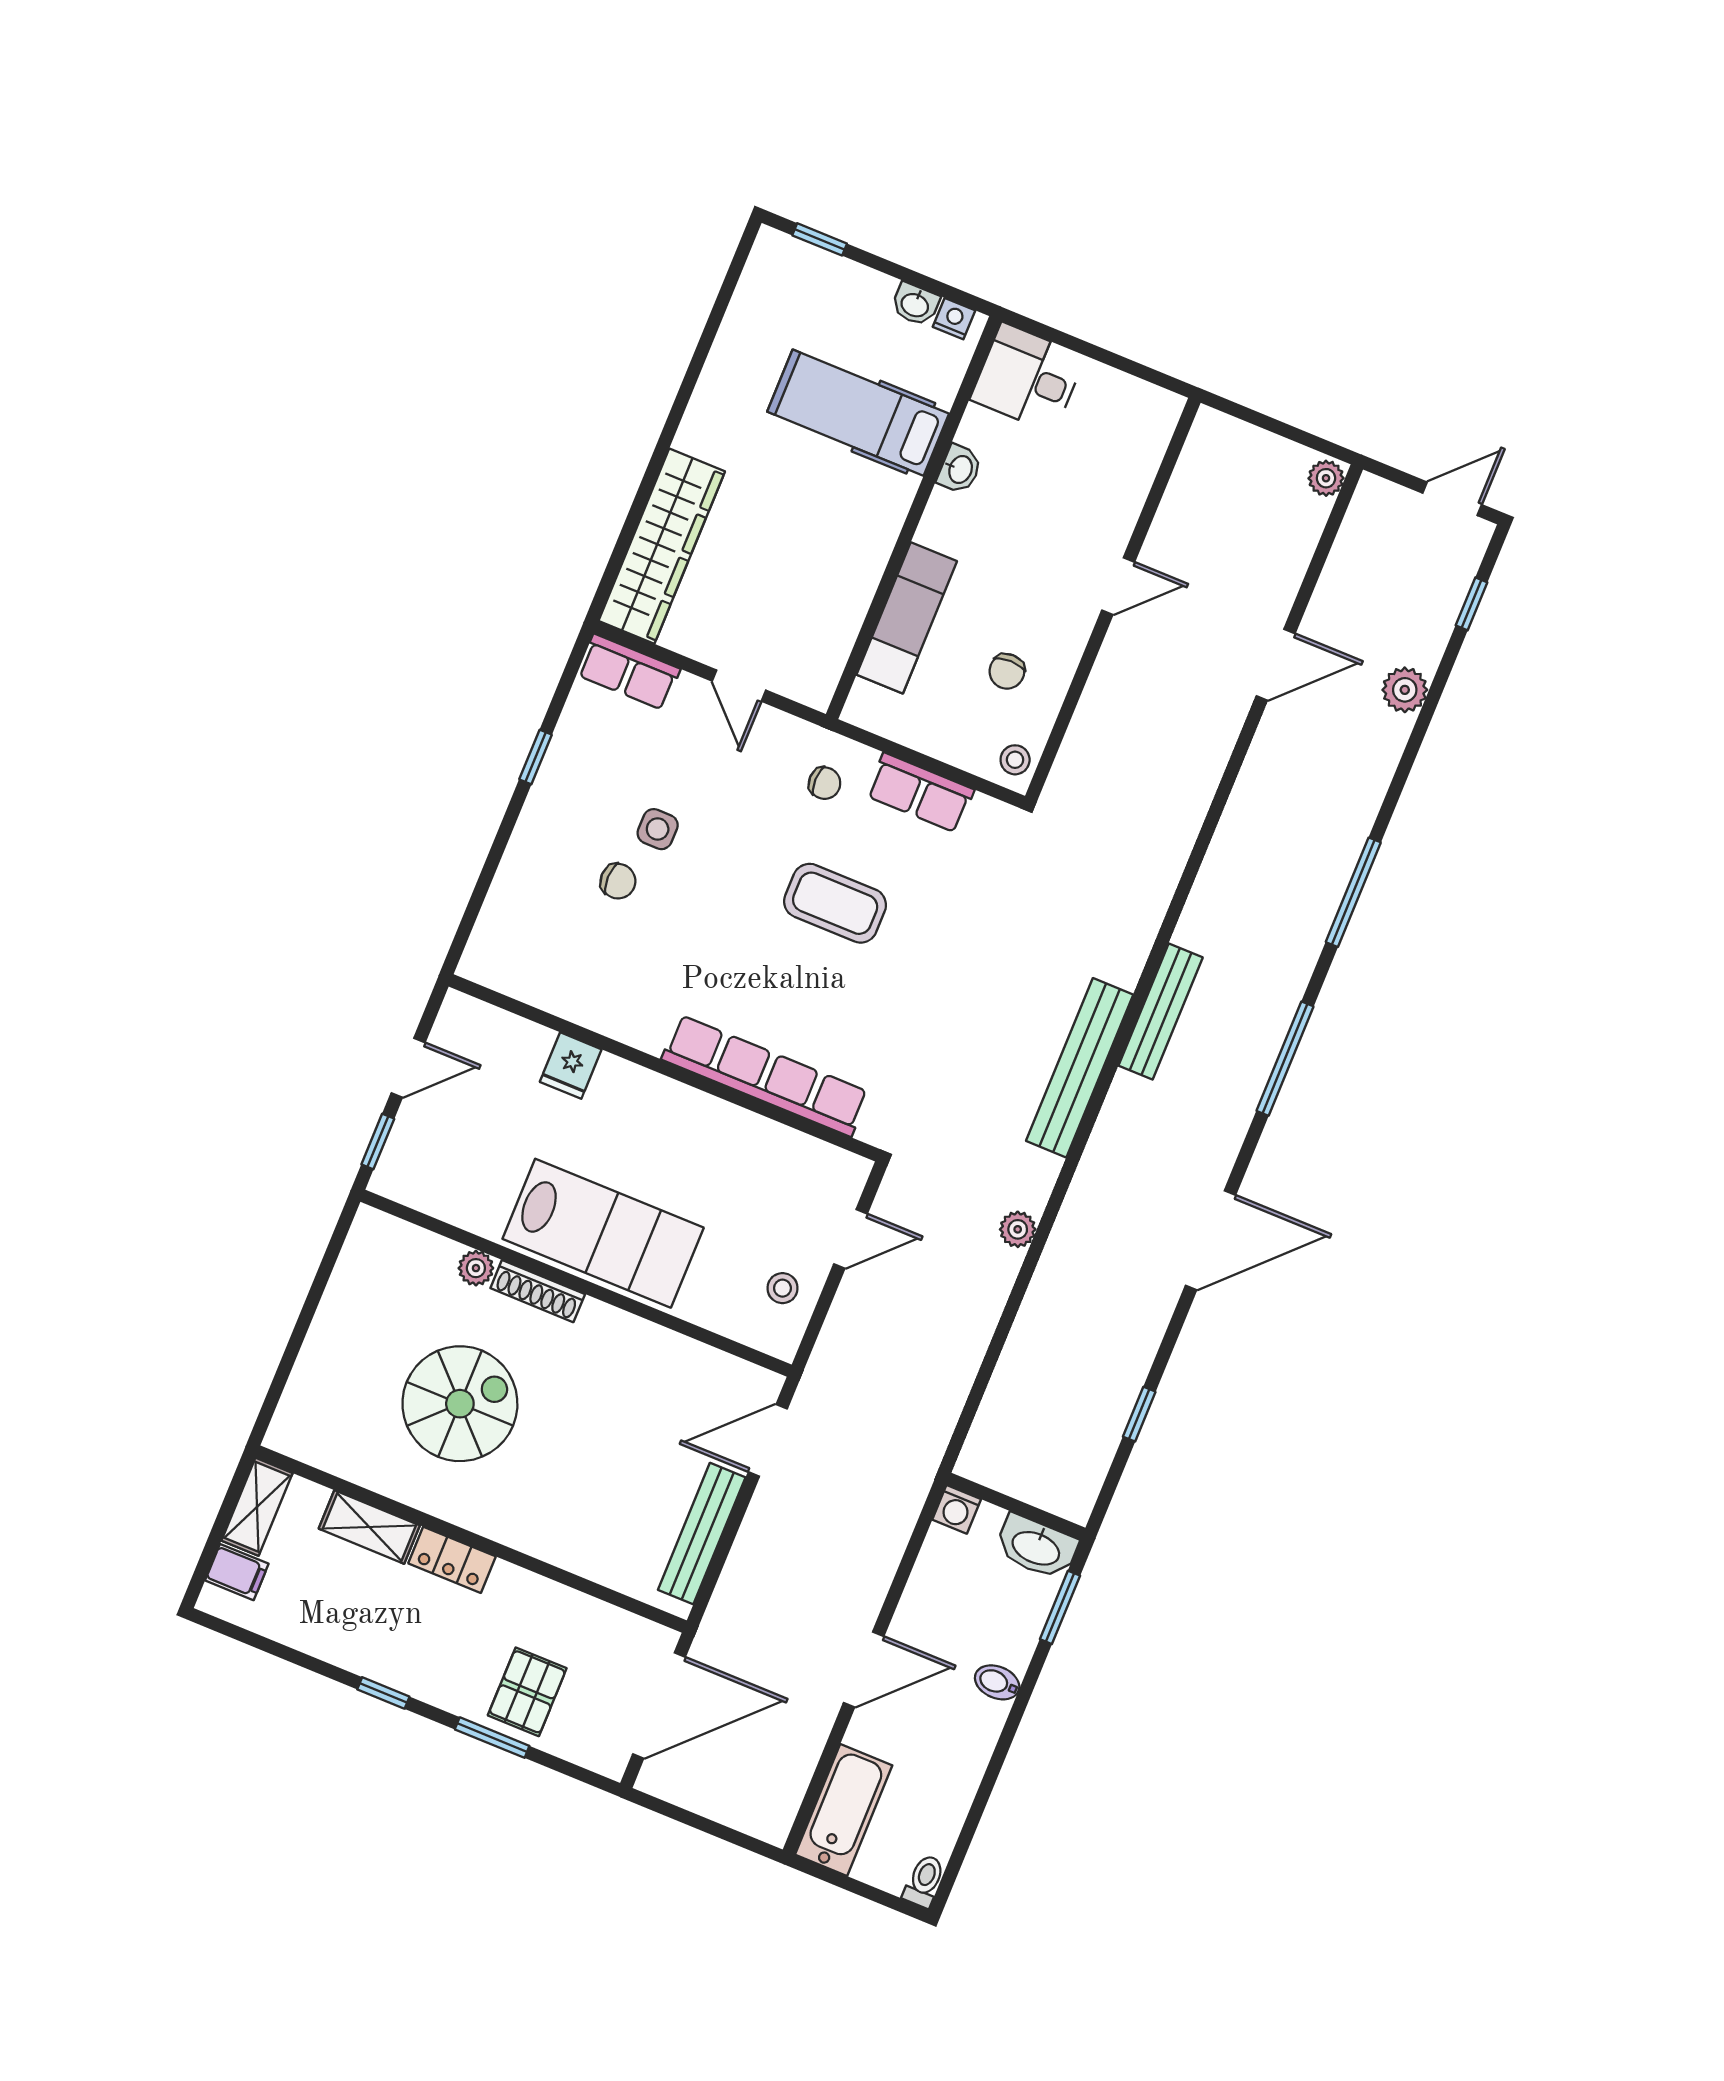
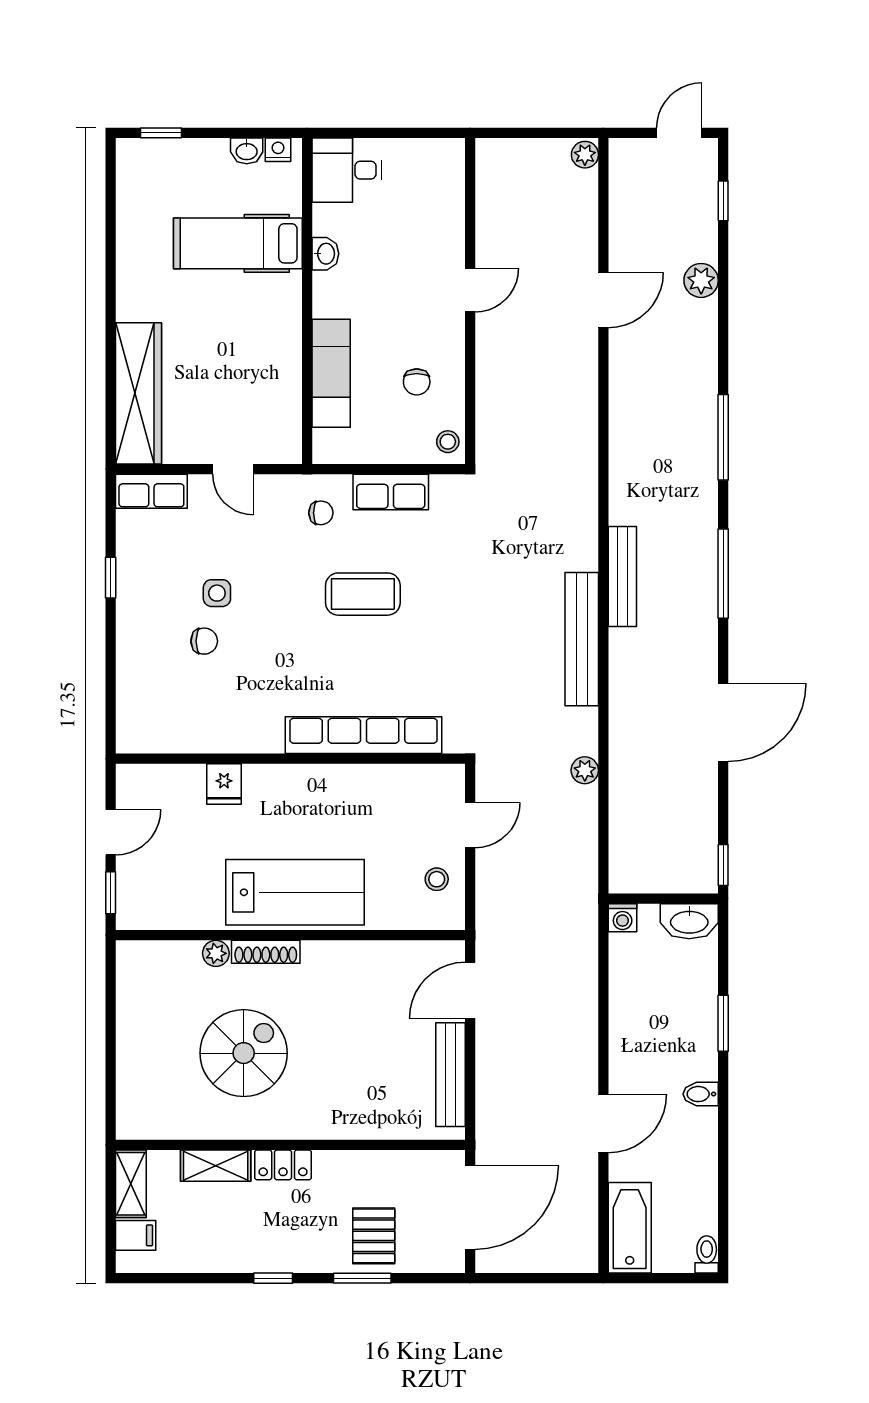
wall: (1016, 1506) -> (663, 899), moved
washing machine: (957, 1509) -> (623, 918), moved
washbasin: (1036, 1547) -> (689, 921), moved

